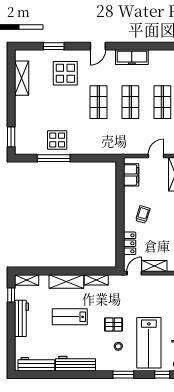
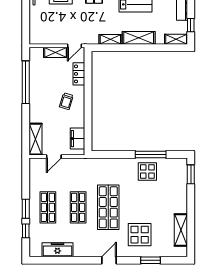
freezer: (132, 57) -> (57, 250), moved
shop shelf: (98, 102) -> (108, 207), width x1.43, depth x1.36

